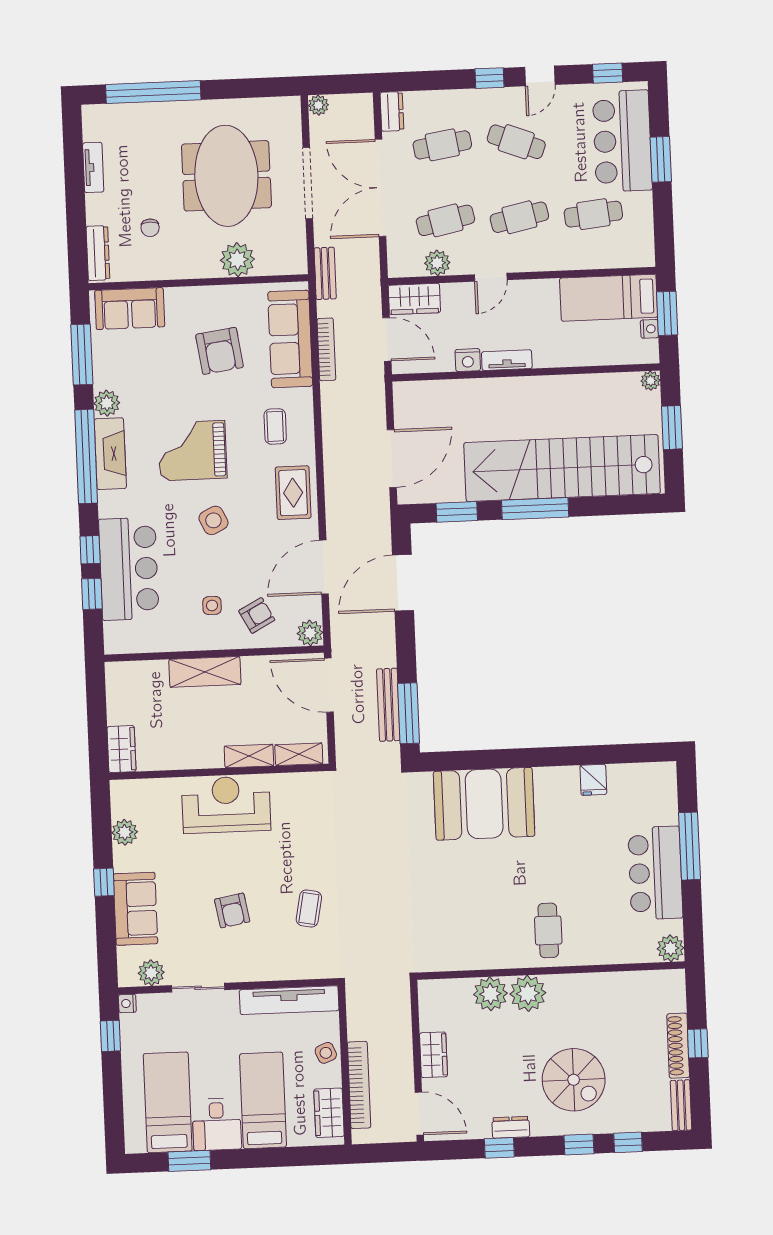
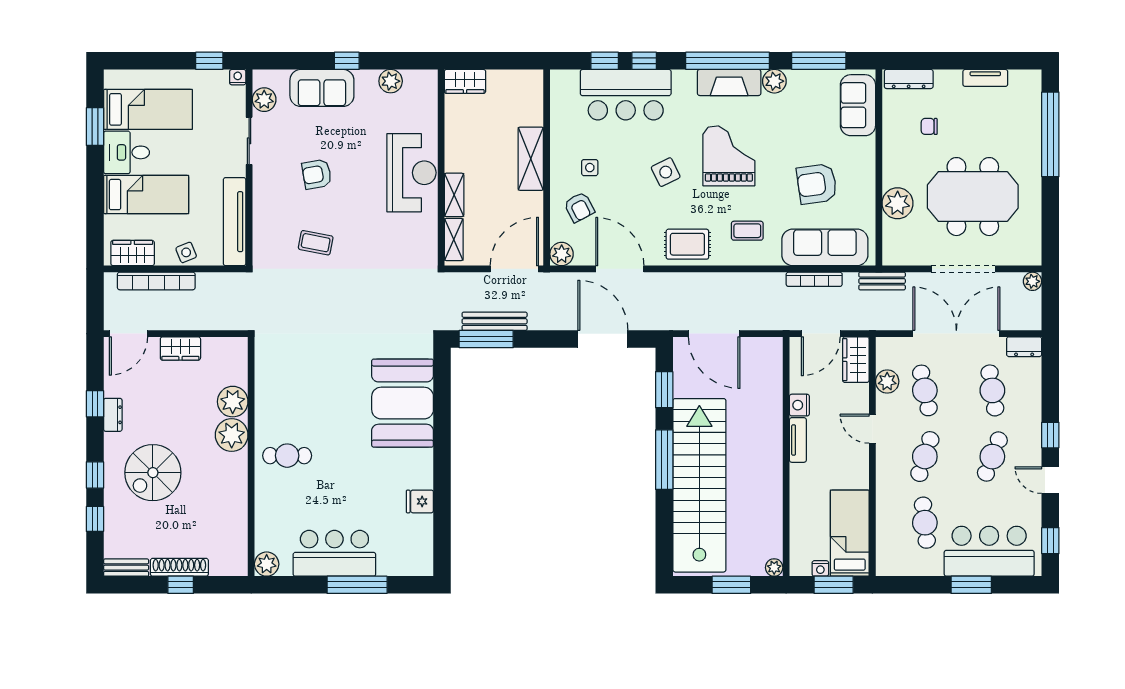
cafe table: (519, 217) -> (925, 457), turned 30

